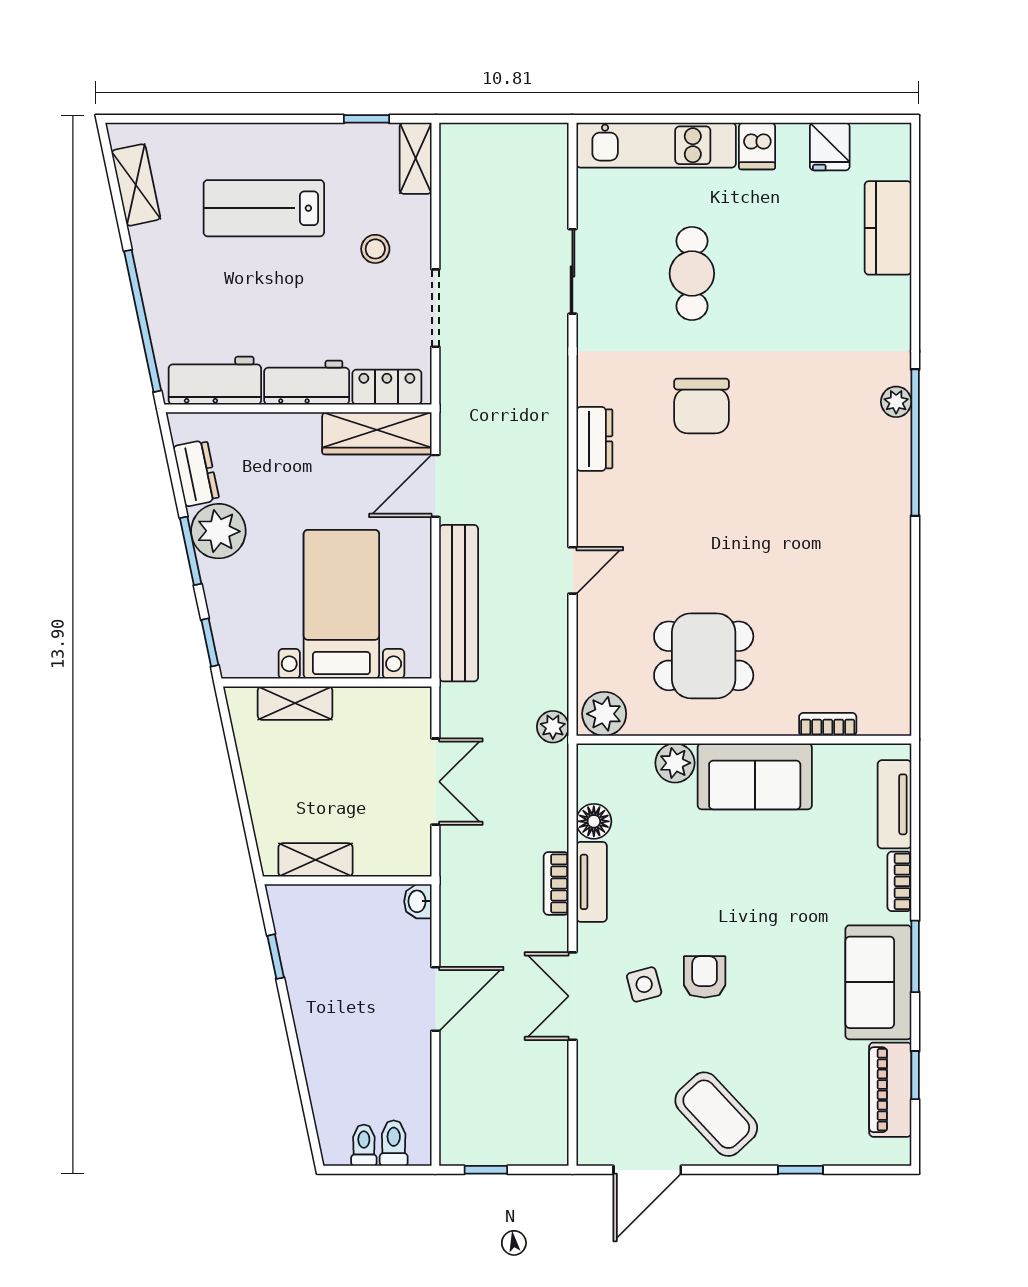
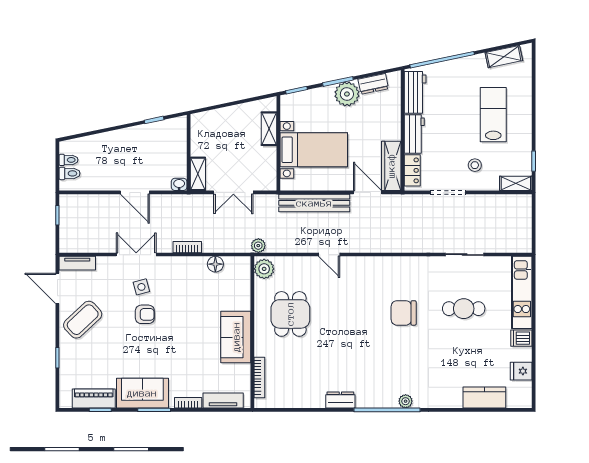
dresser: (594, 439) -> (340, 400), moved, turned 180
bookcase: (828, 724) -> (259, 377), width x1.56
plant: (675, 763) -> (242, 301), removed
shelving: (316, 860) -> (198, 174), moved
tv unit: (592, 882) -> (77, 263), moved

